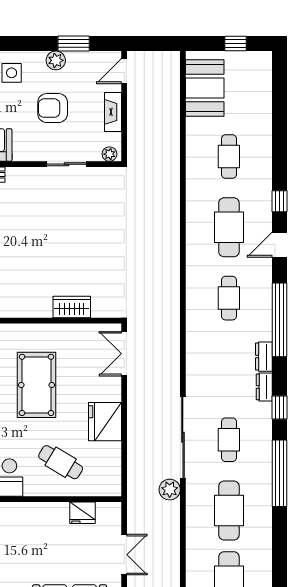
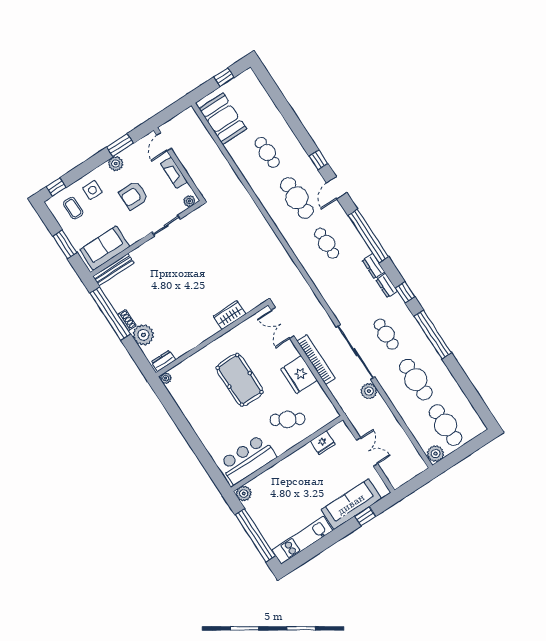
bookcase: (135, 417) -> (316, 360), added

